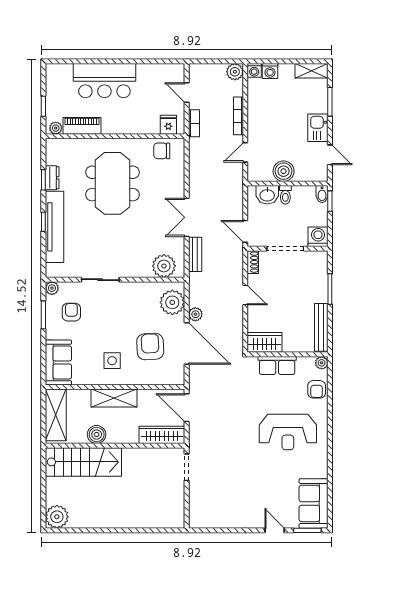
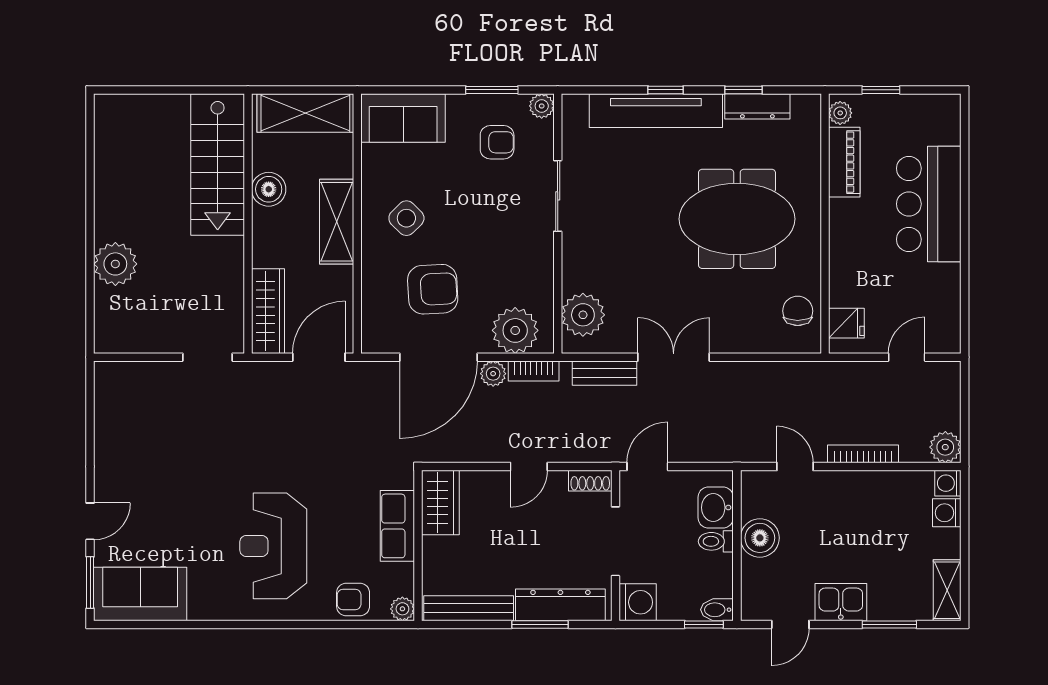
bookcase: (194, 123) -> (534, 371), moved
dresser: (52, 178) -> (757, 106), width x1.44
dresser: (319, 278) -> (560, 605), added
side table: (112, 361) -> (406, 218), turned 45
plant: (57, 517) -> (115, 264), moved

